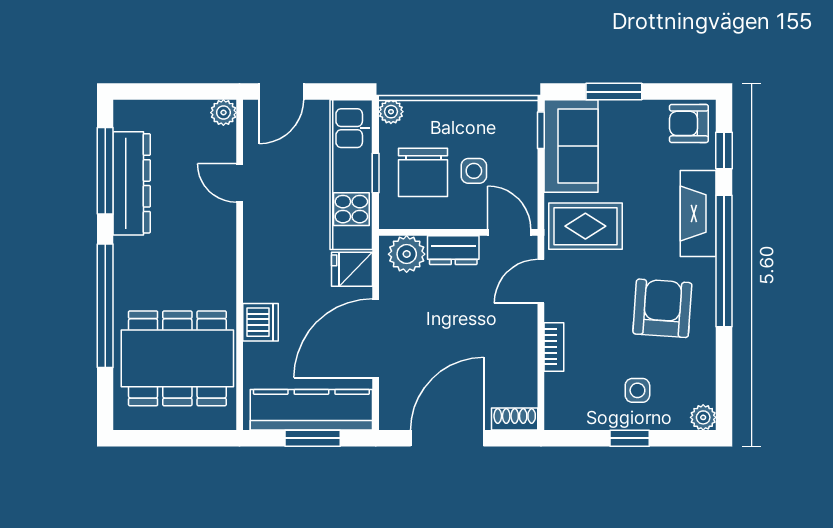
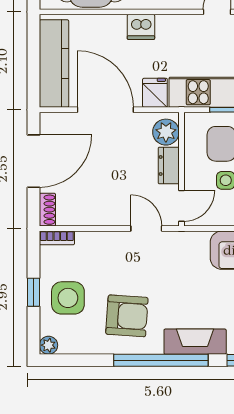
rug: (585, 226) -> (186, 261), removed
dishwasher: (260, 322) -> (141, 27), moved
bookcase: (554, 347) -> (57, 238), moved
side table: (637, 390) -> (68, 298), width x1.87, depth x1.87
window: (313, 438) -> (34, 64), removed
door: (447, 438) -> (34, 161), hinge flipped

